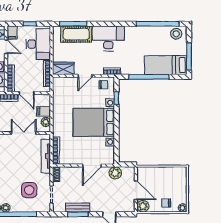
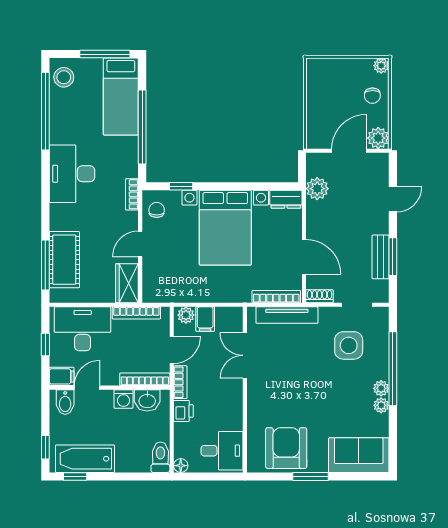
desk: (108, 38) -> (72, 174), moved
door: (85, 76) -> (140, 244), swing flipped
plant: (46, 122) -> (186, 315), moved
dresser: (109, 156) -> (286, 199), added
door: (92, 166) -> (304, 257), moved

